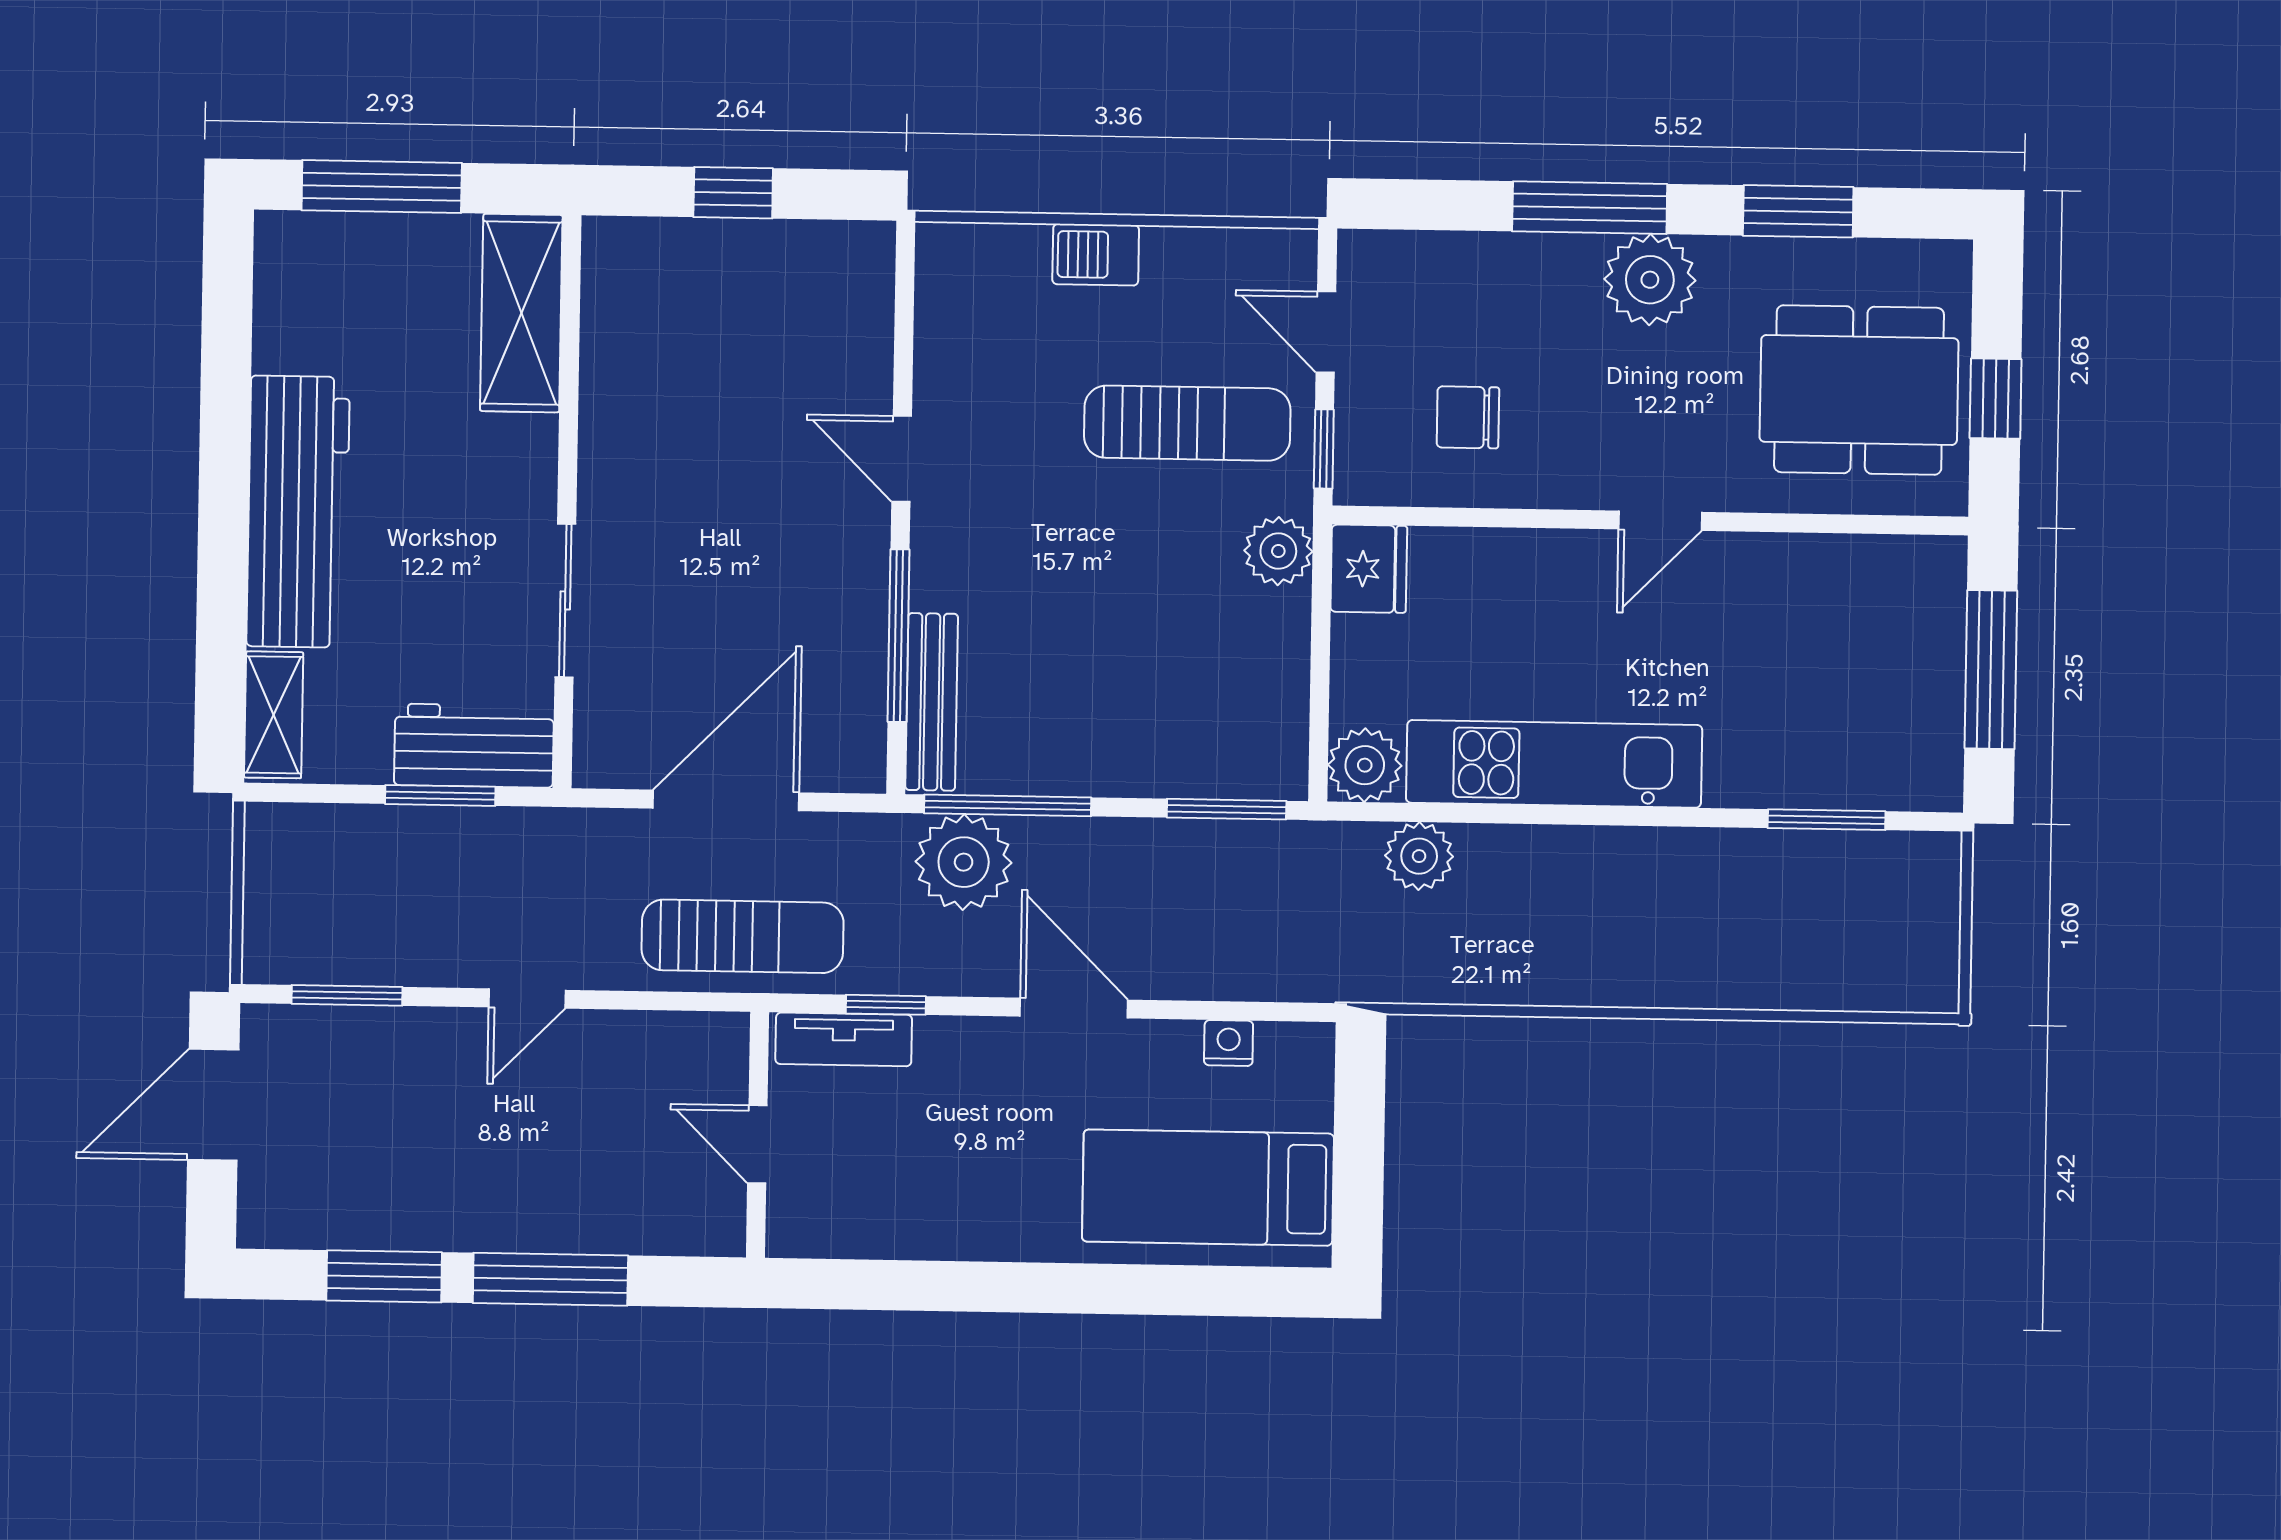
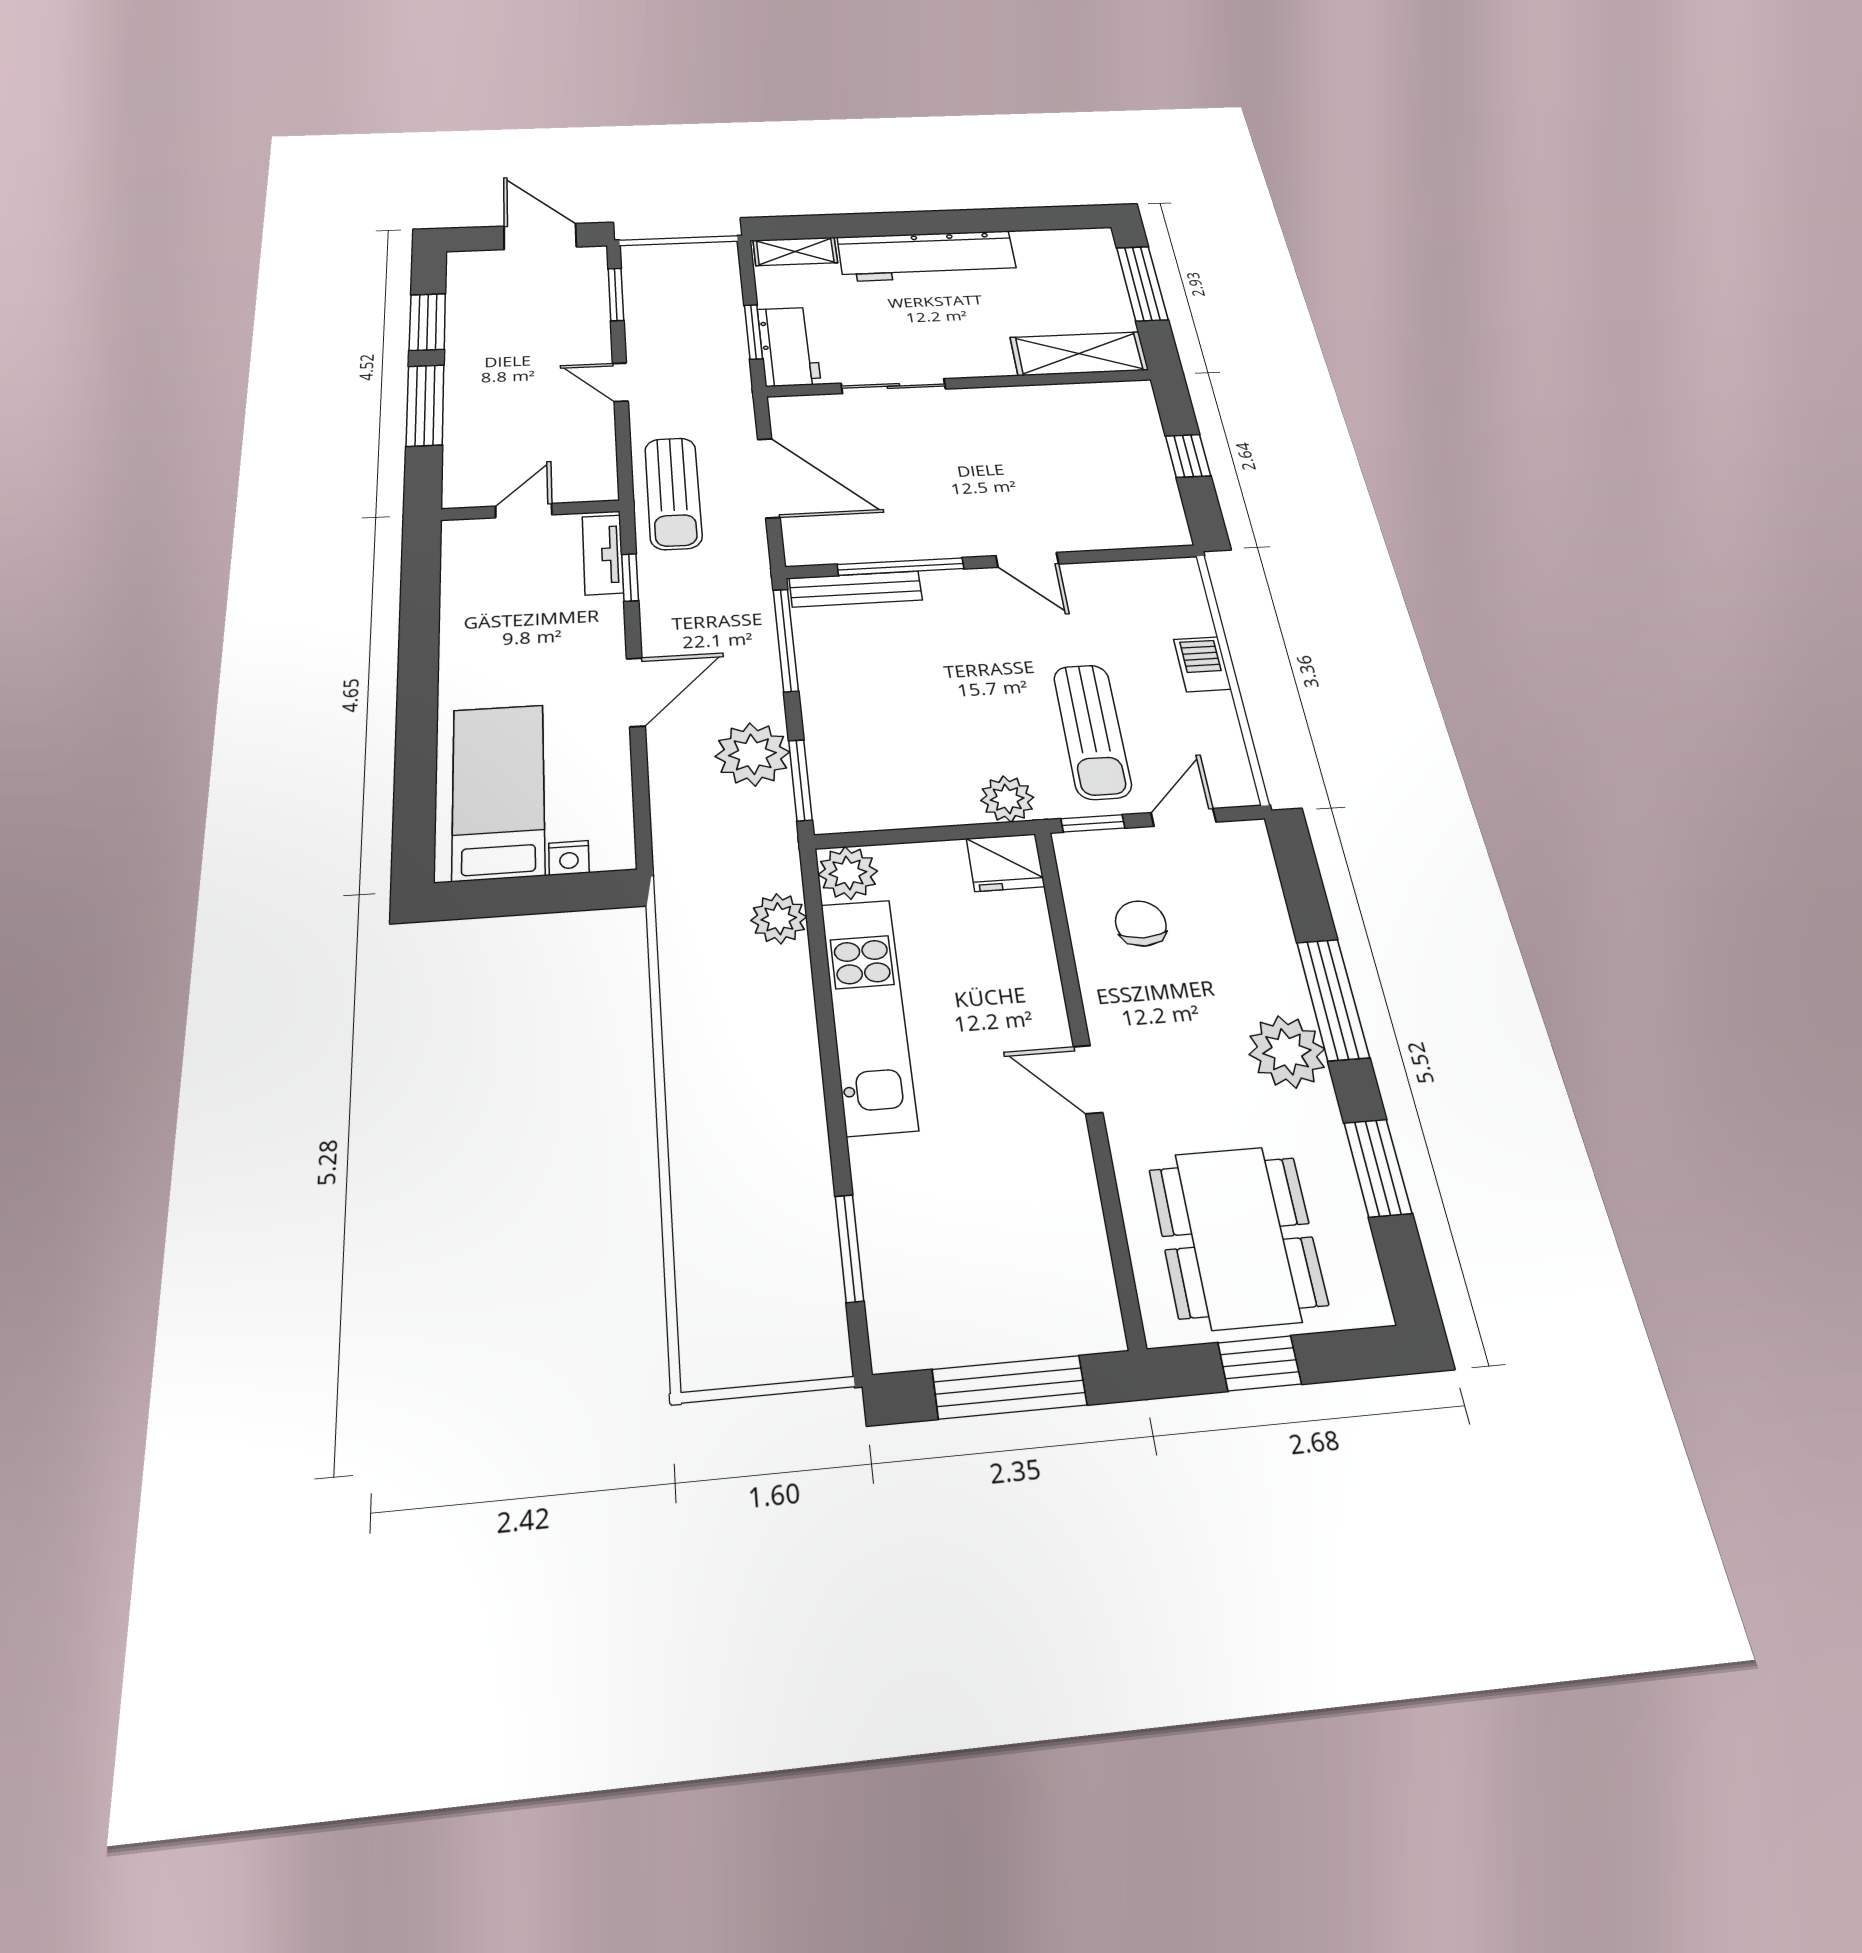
door: (902, 459) -> (1027, 560), swing flipped
plant: (964, 862) -> (752, 754), moved
nightstand: (1229, 1043) -> (569, 858), moved, turned 90

